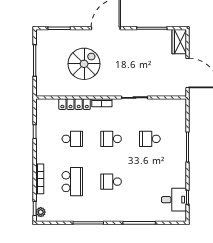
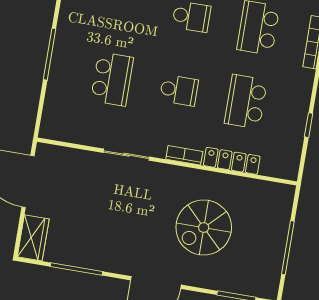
school desk: (72, 139) -> (246, 102), width x1.85
school desk: (150, 139) -> (112, 79), width x1.85

